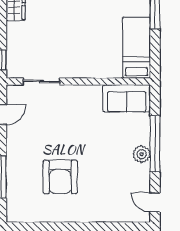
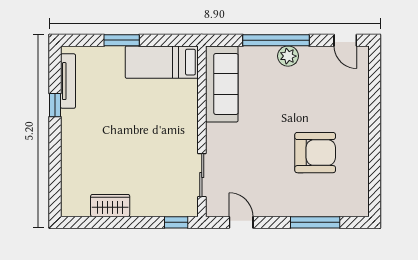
sofa: (127, 98) -> (222, 84), width x1.36
door: (155, 202) -> (345, 40), hinge flipped

